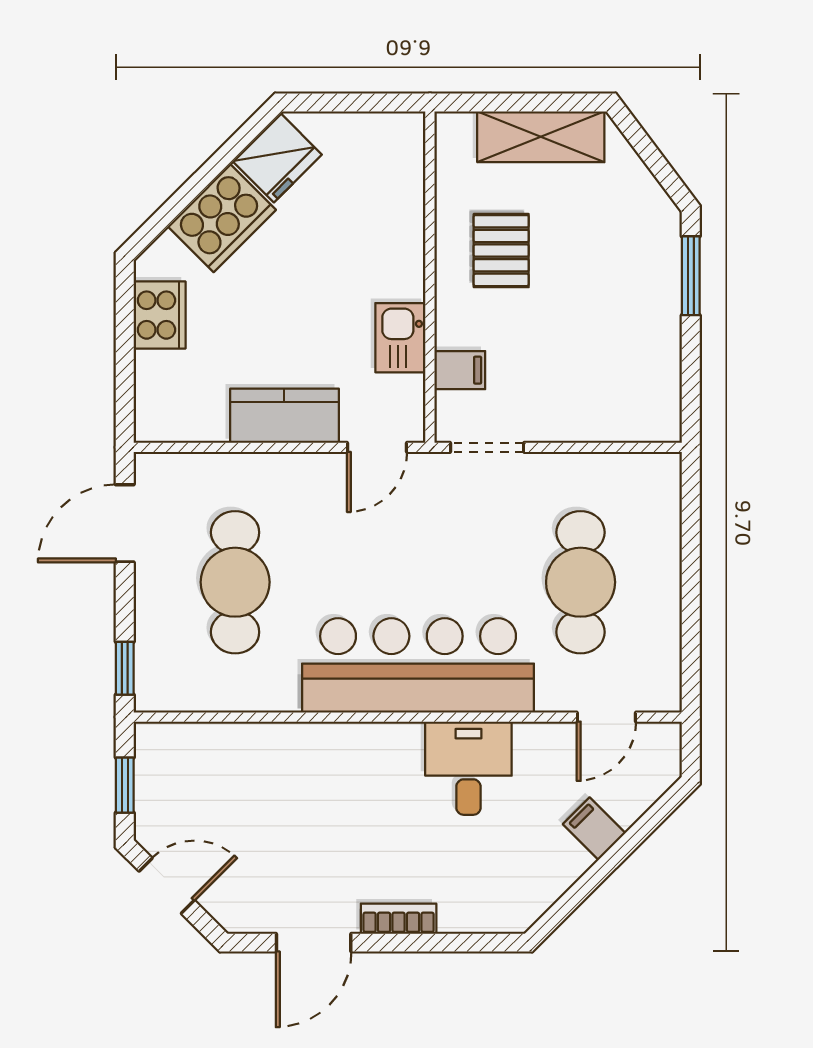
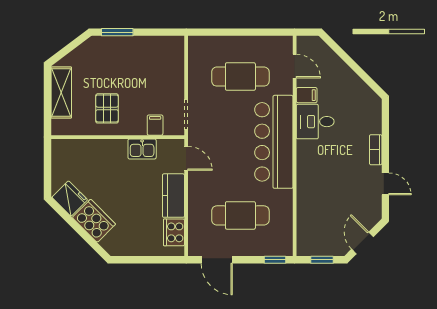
pallet: (501, 251) -> (107, 108), turned 90
cooker: (160, 315) -> (174, 232), moved, turned -90
filing cabinet: (594, 829) -> (307, 95), moved, turned -135
door: (314, 943) -> (385, 184), width x0.73

